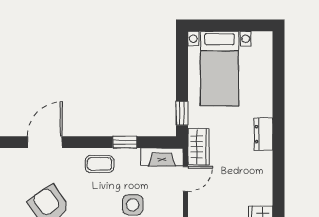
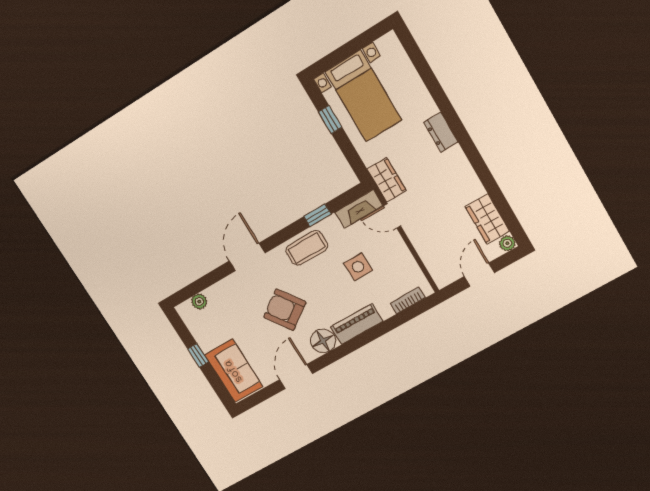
window: (182, 113) -> (330, 120), moved
coffee table: (100, 164) -> (307, 248), width x1.36, depth x1.30
door: (186, 179) -> (392, 216), swing flipped

